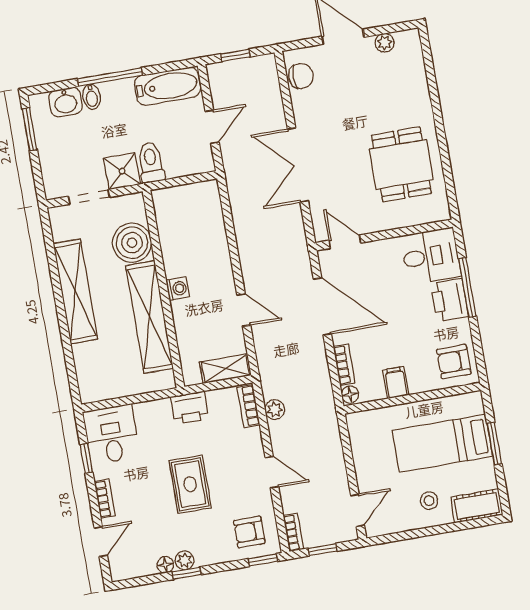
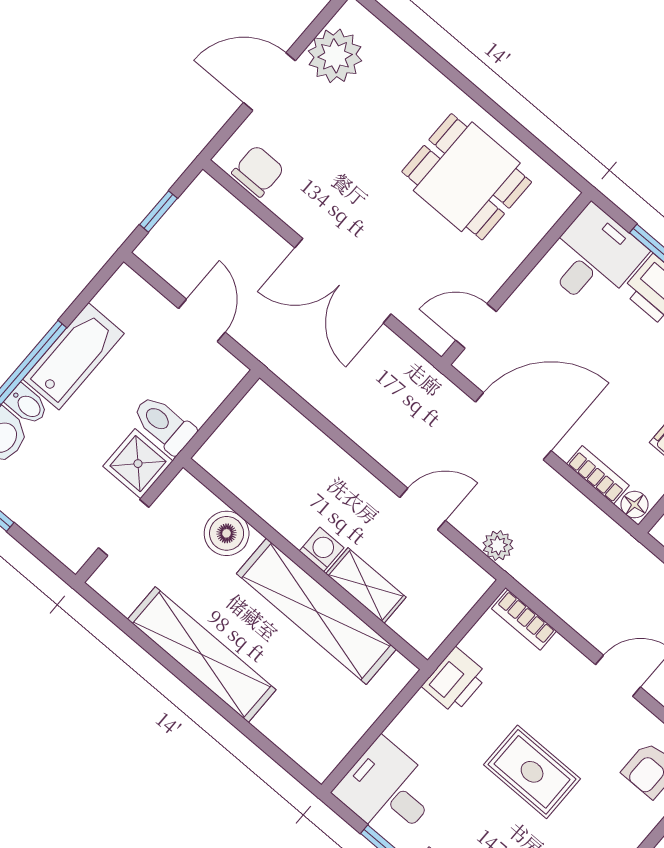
plant: (385, 43) -> (335, 56), width x1.88, depth x1.88
bathtub: (167, 86) -> (74, 356), moved
boiler: (132, 243) -> (227, 533), width x0.73, depth x0.73
shelving: (225, 369) -> (366, 585), moved, turned 90
plant: (275, 410) -> (498, 546), moved

